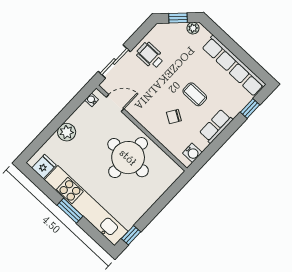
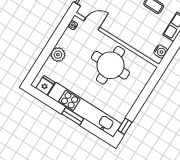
chair: (174, 116) -> (140, 26), removed

